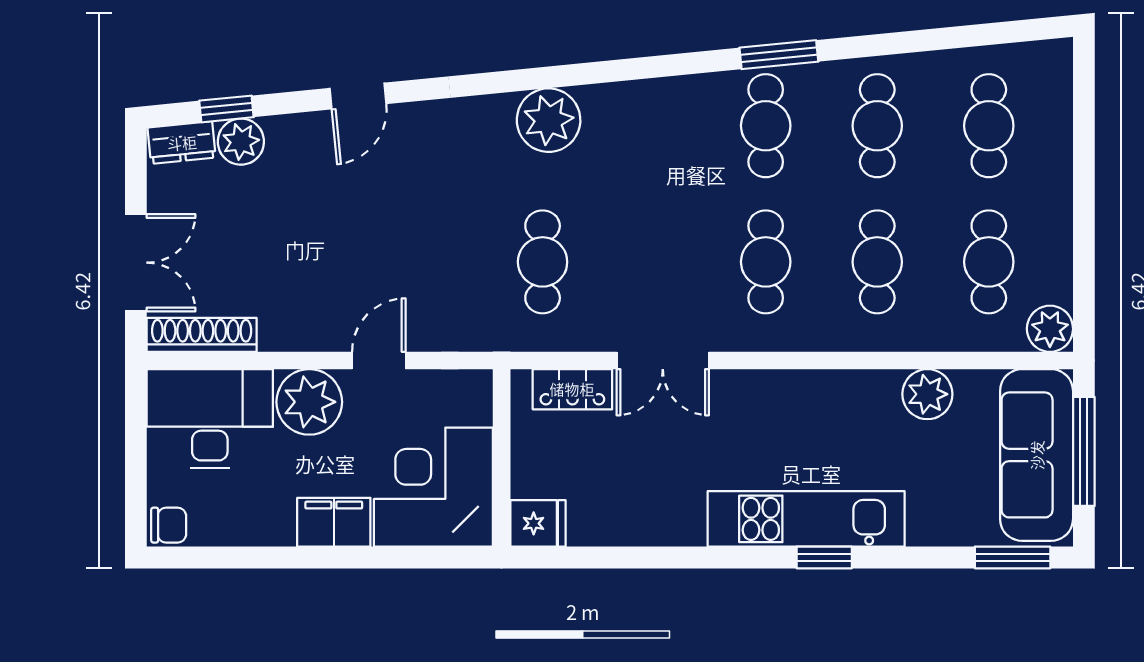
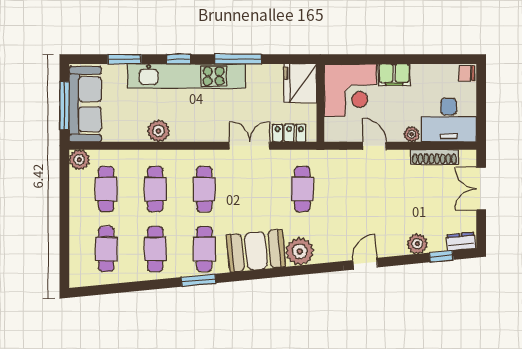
door: (358, 96) -> (365, 264), moved
booth: (648, 121) -> (256, 251), added
plant: (241, 142) -> (417, 244), moved
shoe rack: (202, 335) -> (434, 157), moved
door: (379, 360) -> (374, 146), swing flipped
plant: (927, 394) -> (159, 131), moved
plant: (309, 402) -> (412, 134), width x0.53, depth x0.53
kitchen unit: (806, 519) -> (186, 76), width x1.36
fridge: (538, 523) -> (300, 83), width x1.88, depth x1.34
window: (689, 557) -> (238, 59), added
window: (1013, 557) -> (125, 59), moved

